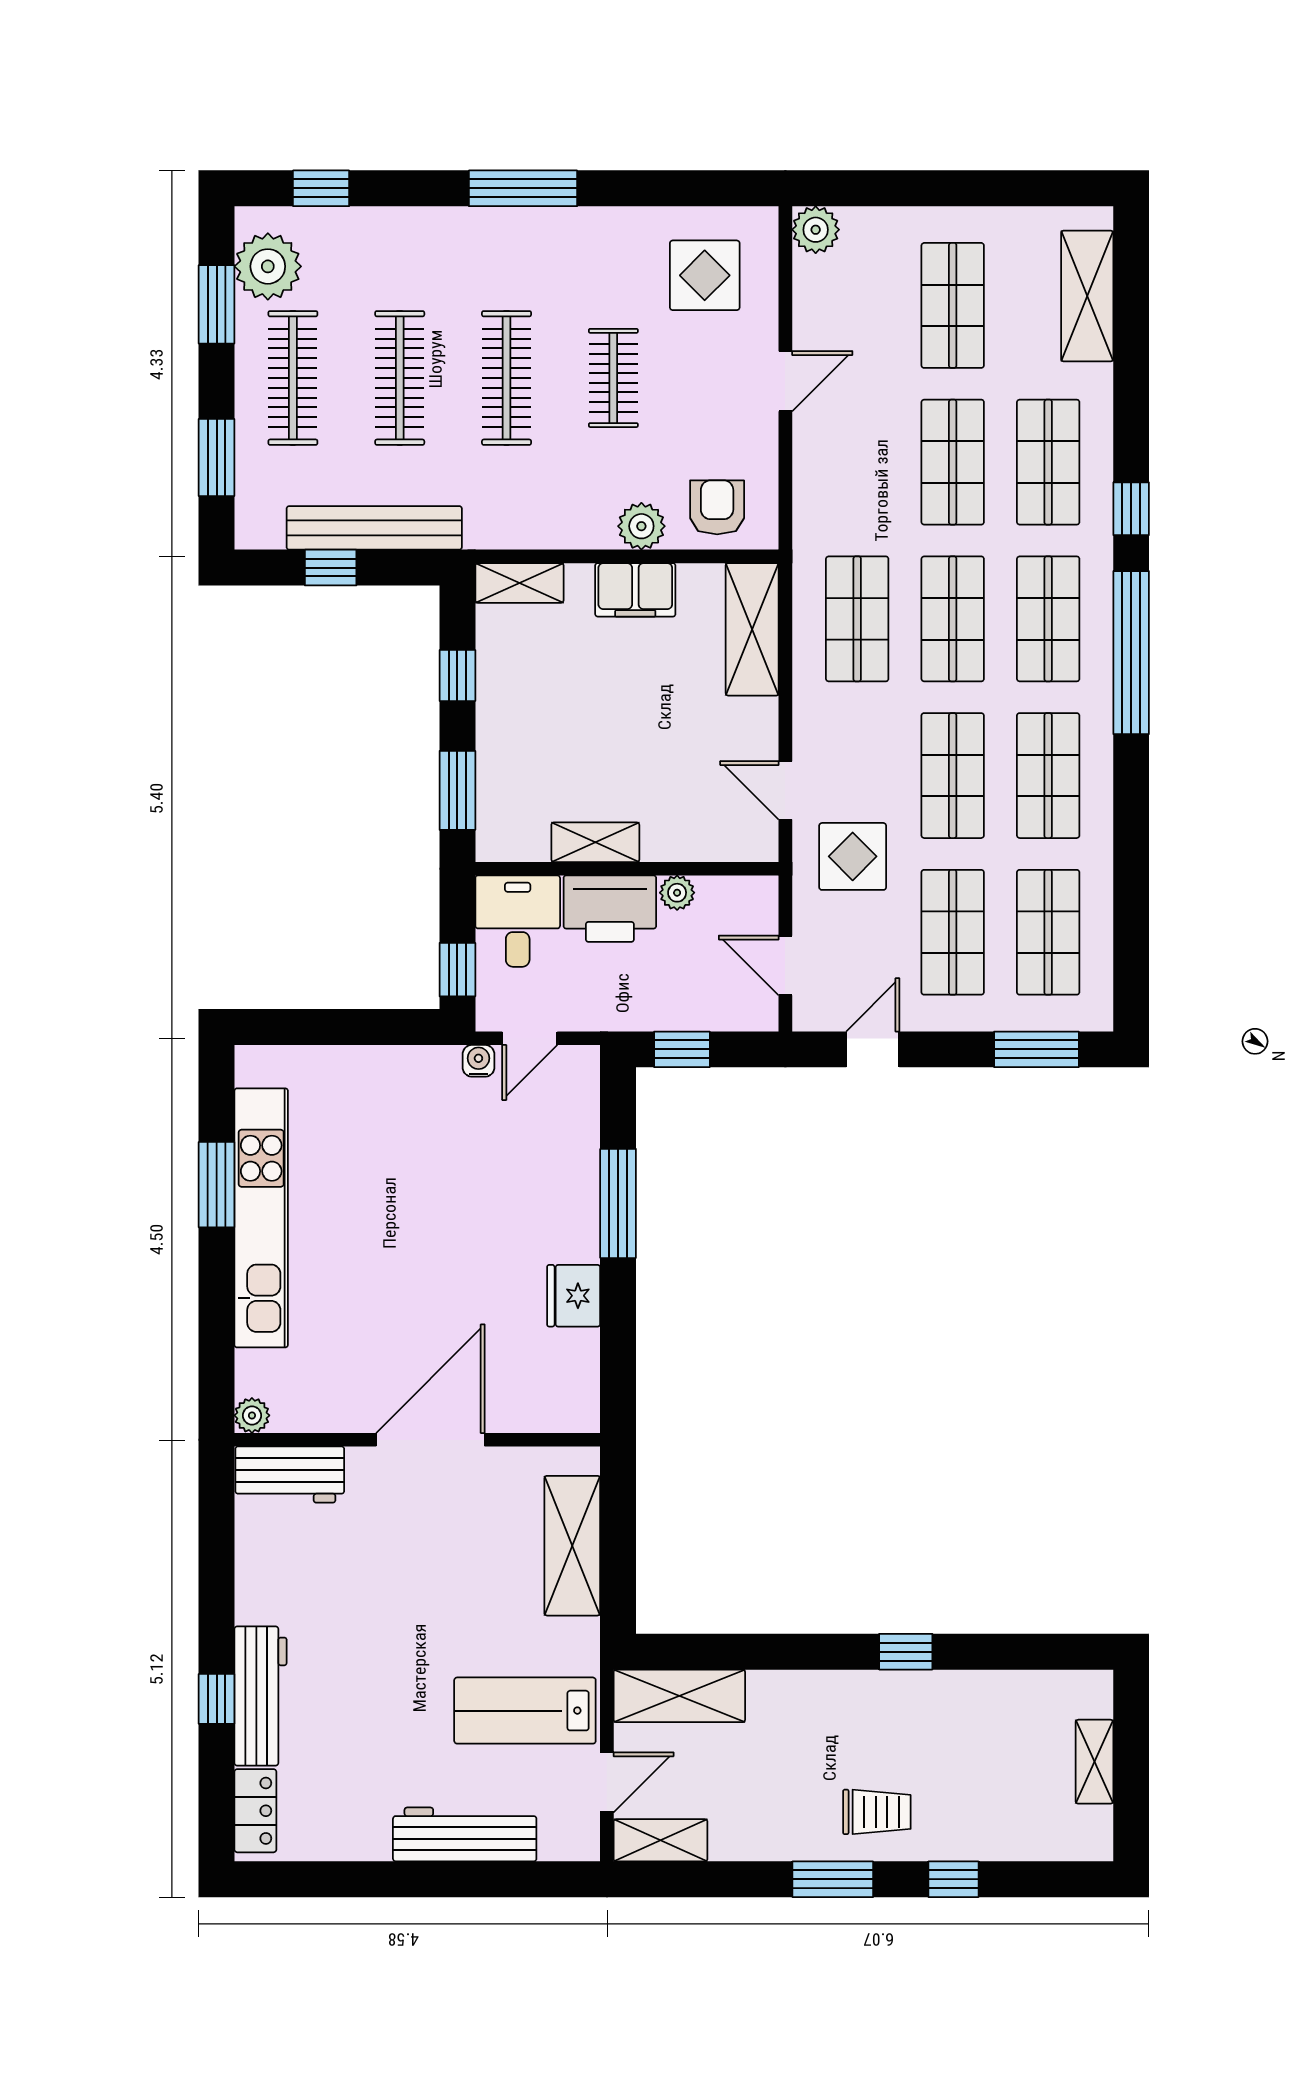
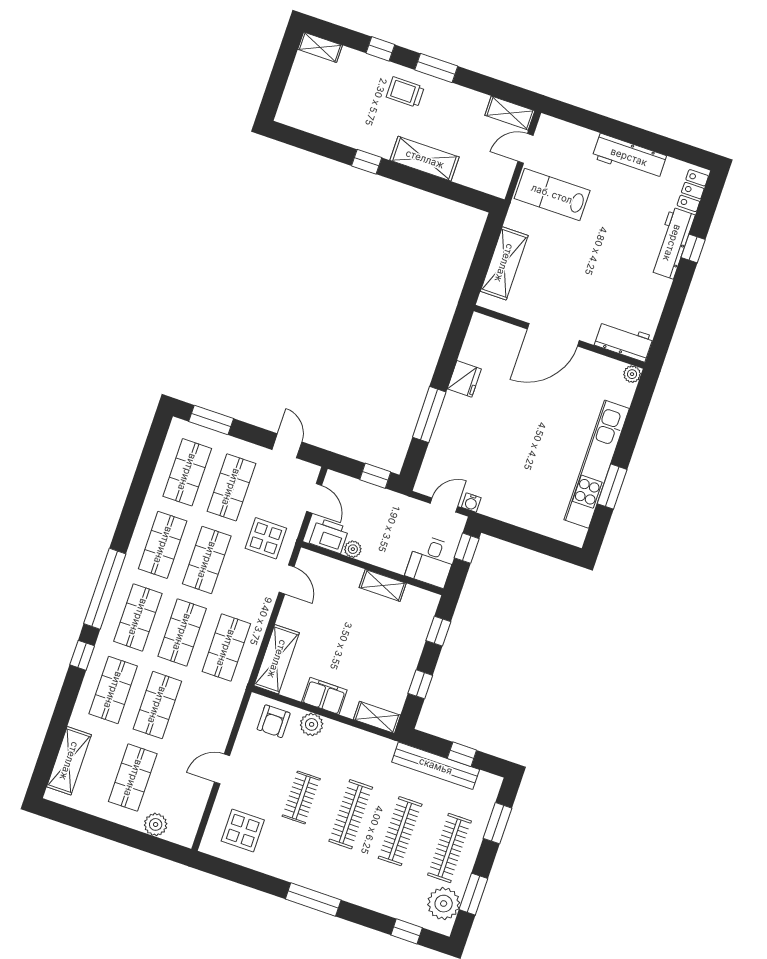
plant: (816, 230) -> (156, 824), moved
window: (457, 790) -> (438, 631), width x0.67
printer: (610, 909) -> (329, 536), moved, width x0.73, depth x0.84
door: (873, 1049) -> (287, 446), swing flipped
shelving: (679, 1696) -> (425, 159), moved
lab bench: (525, 1711) -> (552, 194), turned 180
shelving: (1094, 1762) -> (320, 47), moved, turned 90
workbench: (465, 1834) -> (629, 157), moved

